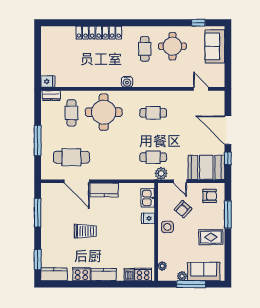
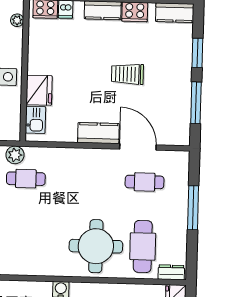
cafe table: (71, 113) -> (143, 246), width x1.37, depth x1.35
cafe table: (153, 113) -> (24, 243), removed
cafe table: (71, 157) -> (145, 182), width x0.73, depth x0.74
fridge: (148, 218) -> (39, 90), width x1.88, depth x1.34
window: (38, 259) -> (197, 53), moved

